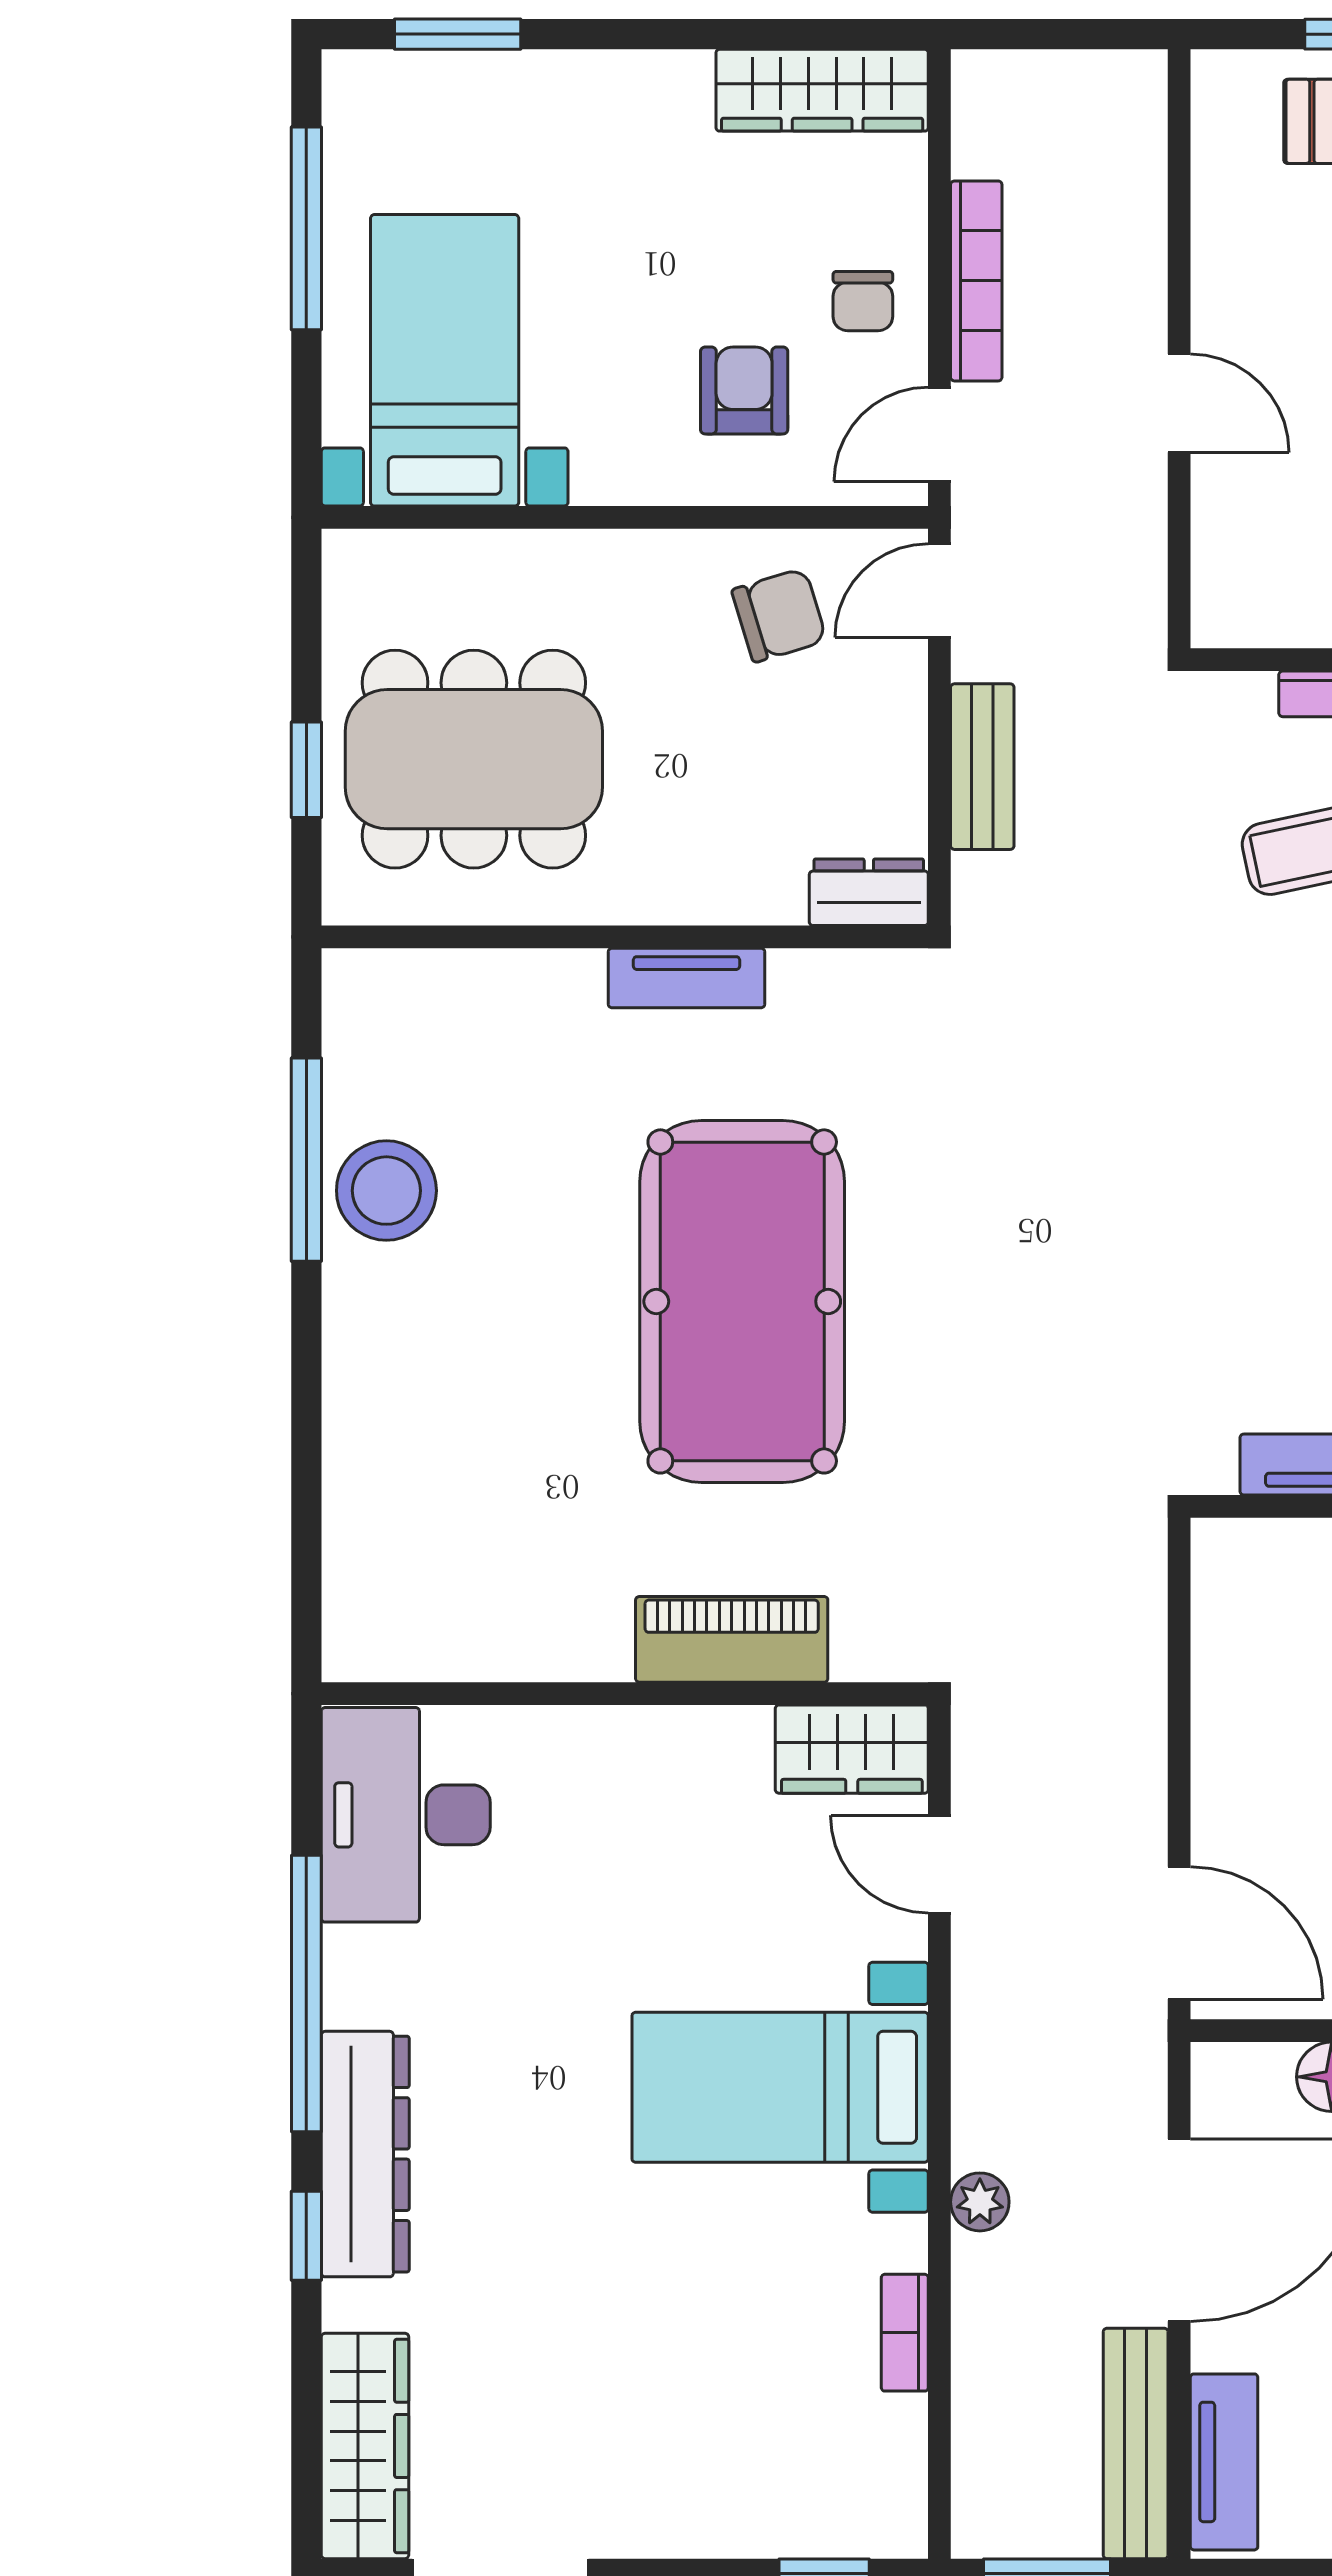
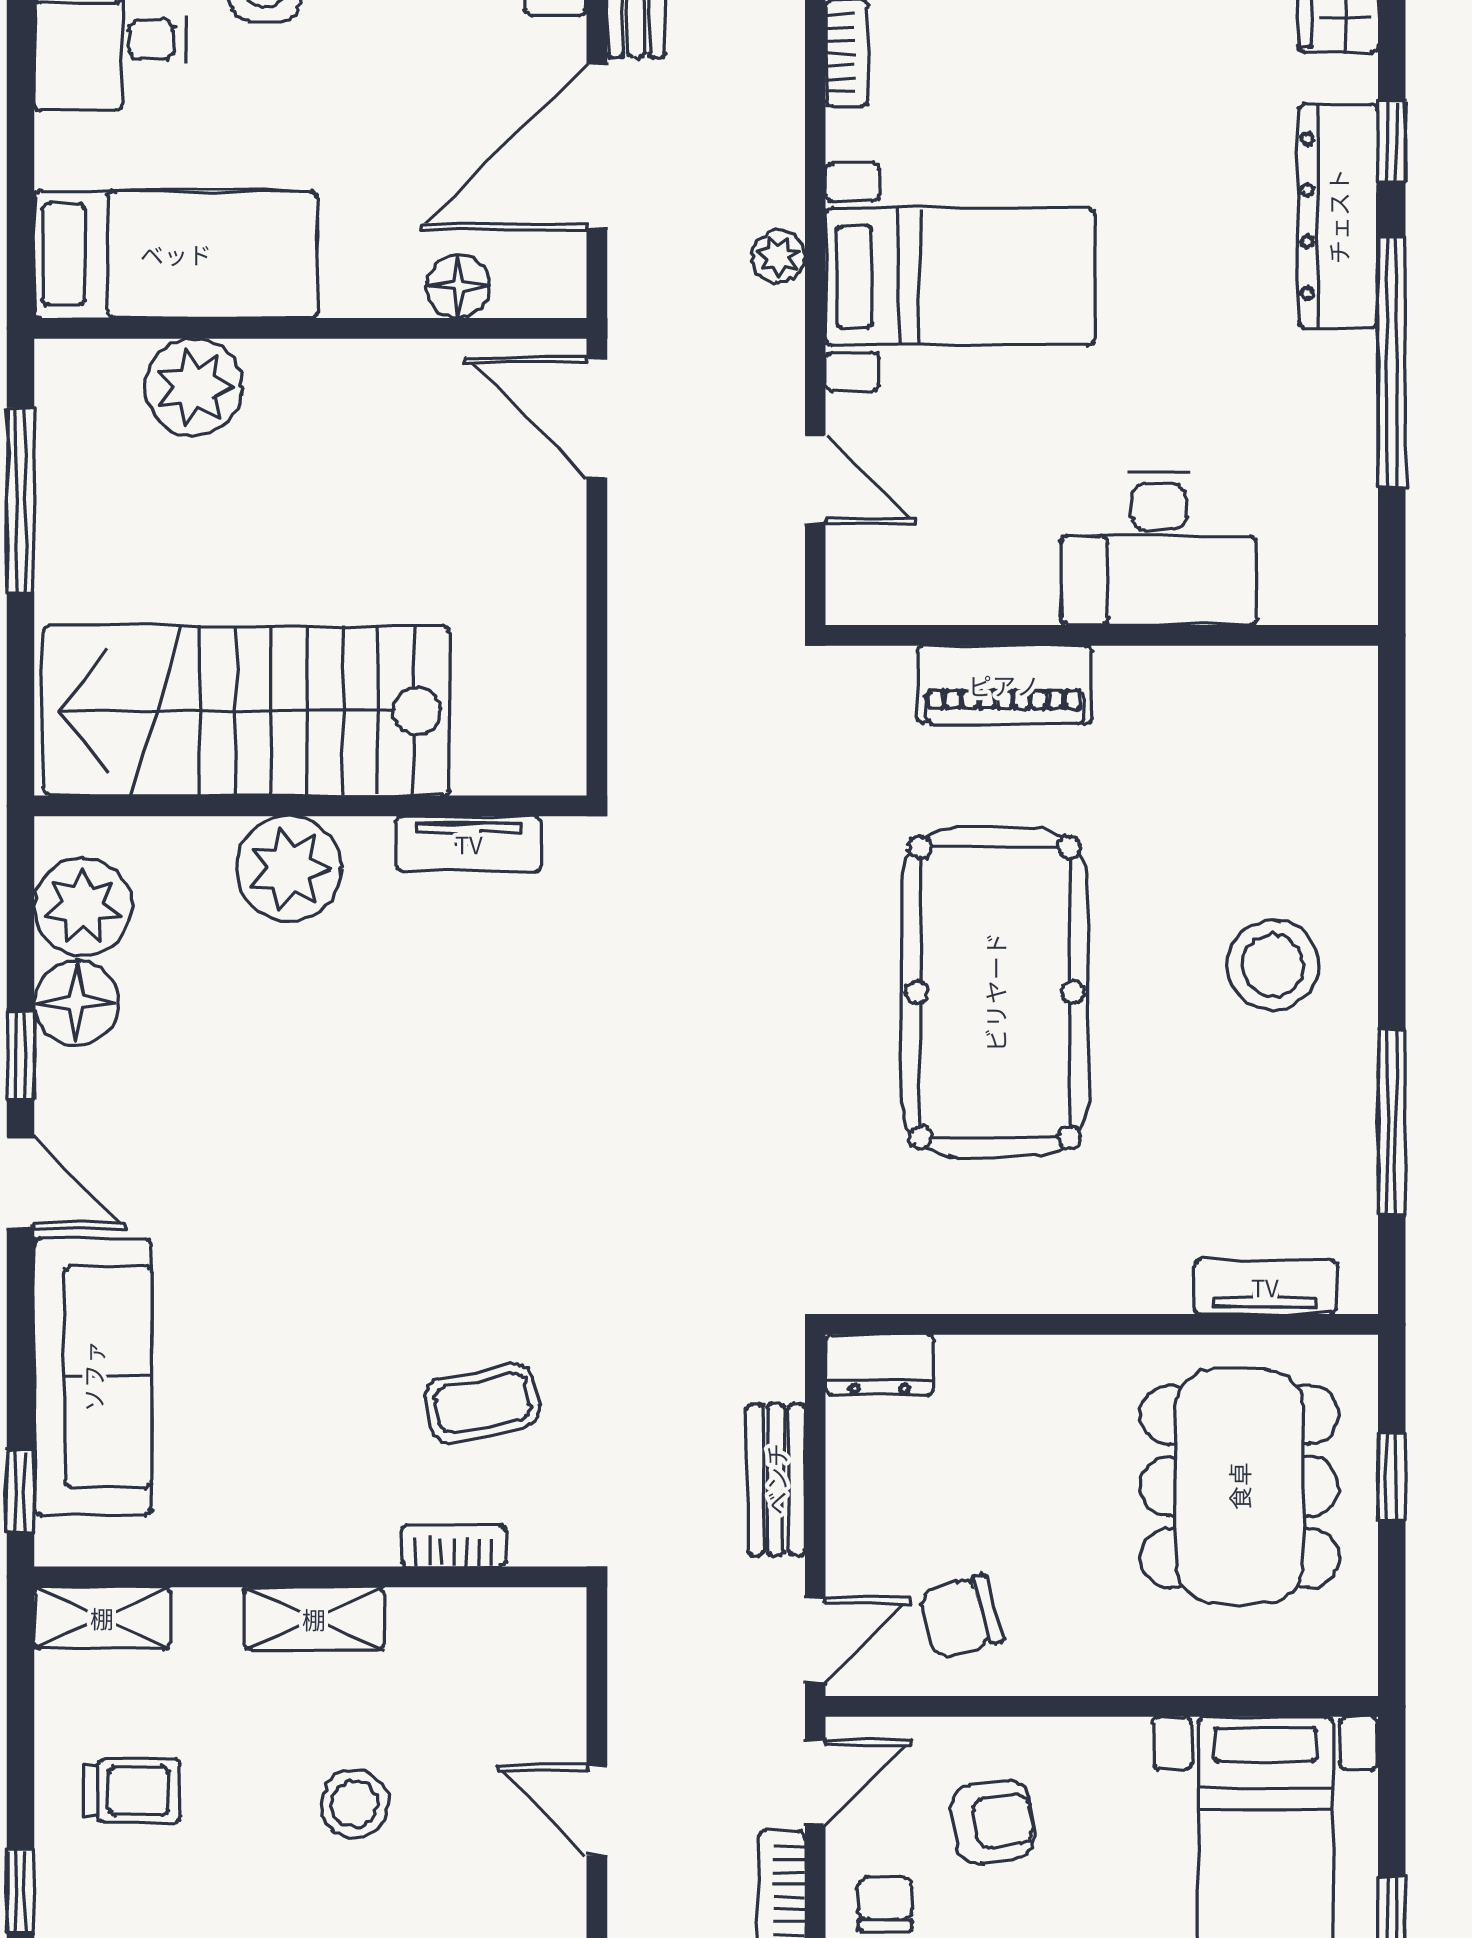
armchair: (744, 390) -> (993, 1822), turned -98
dining table: (474, 759) -> (1239, 1486), turned 90
tv unit: (687, 978) -> (1265, 1287), moved
stool: (386, 1191) -> (1273, 965), moved
wardrobe: (852, 1749) -> (895, 585), removed
desk: (406, 1815) -> (1159, 548), moved, turned 90
plant: (980, 2202) -> (778, 256), moved

